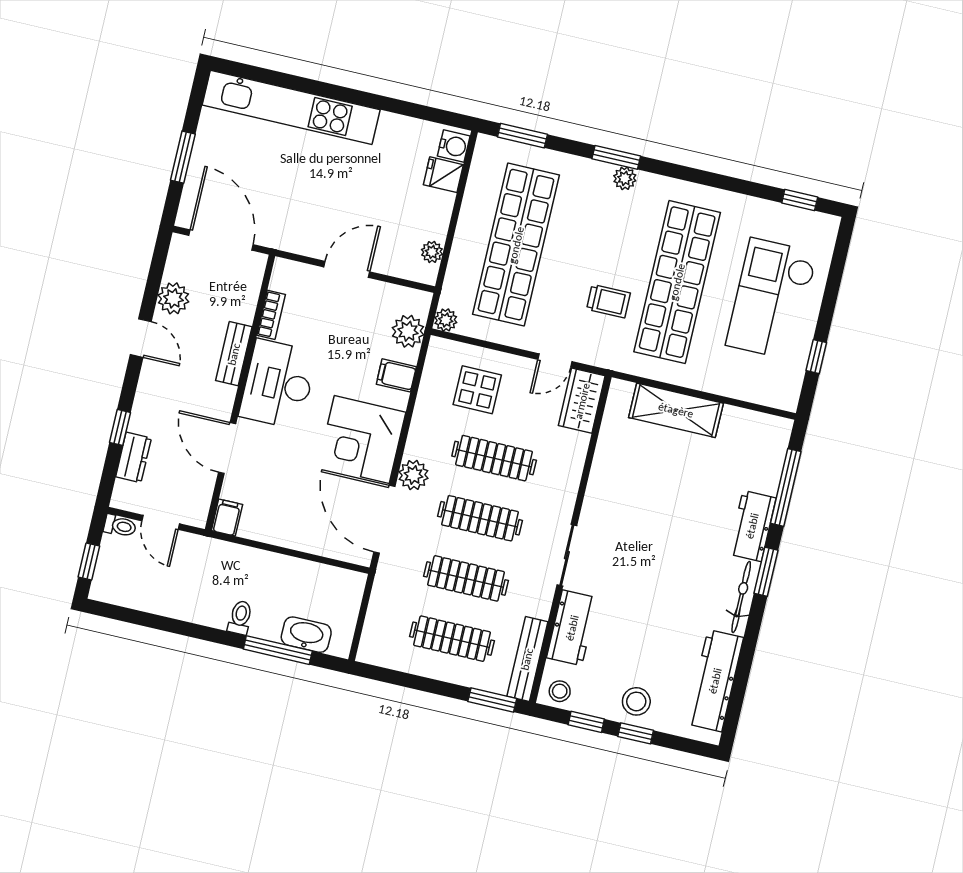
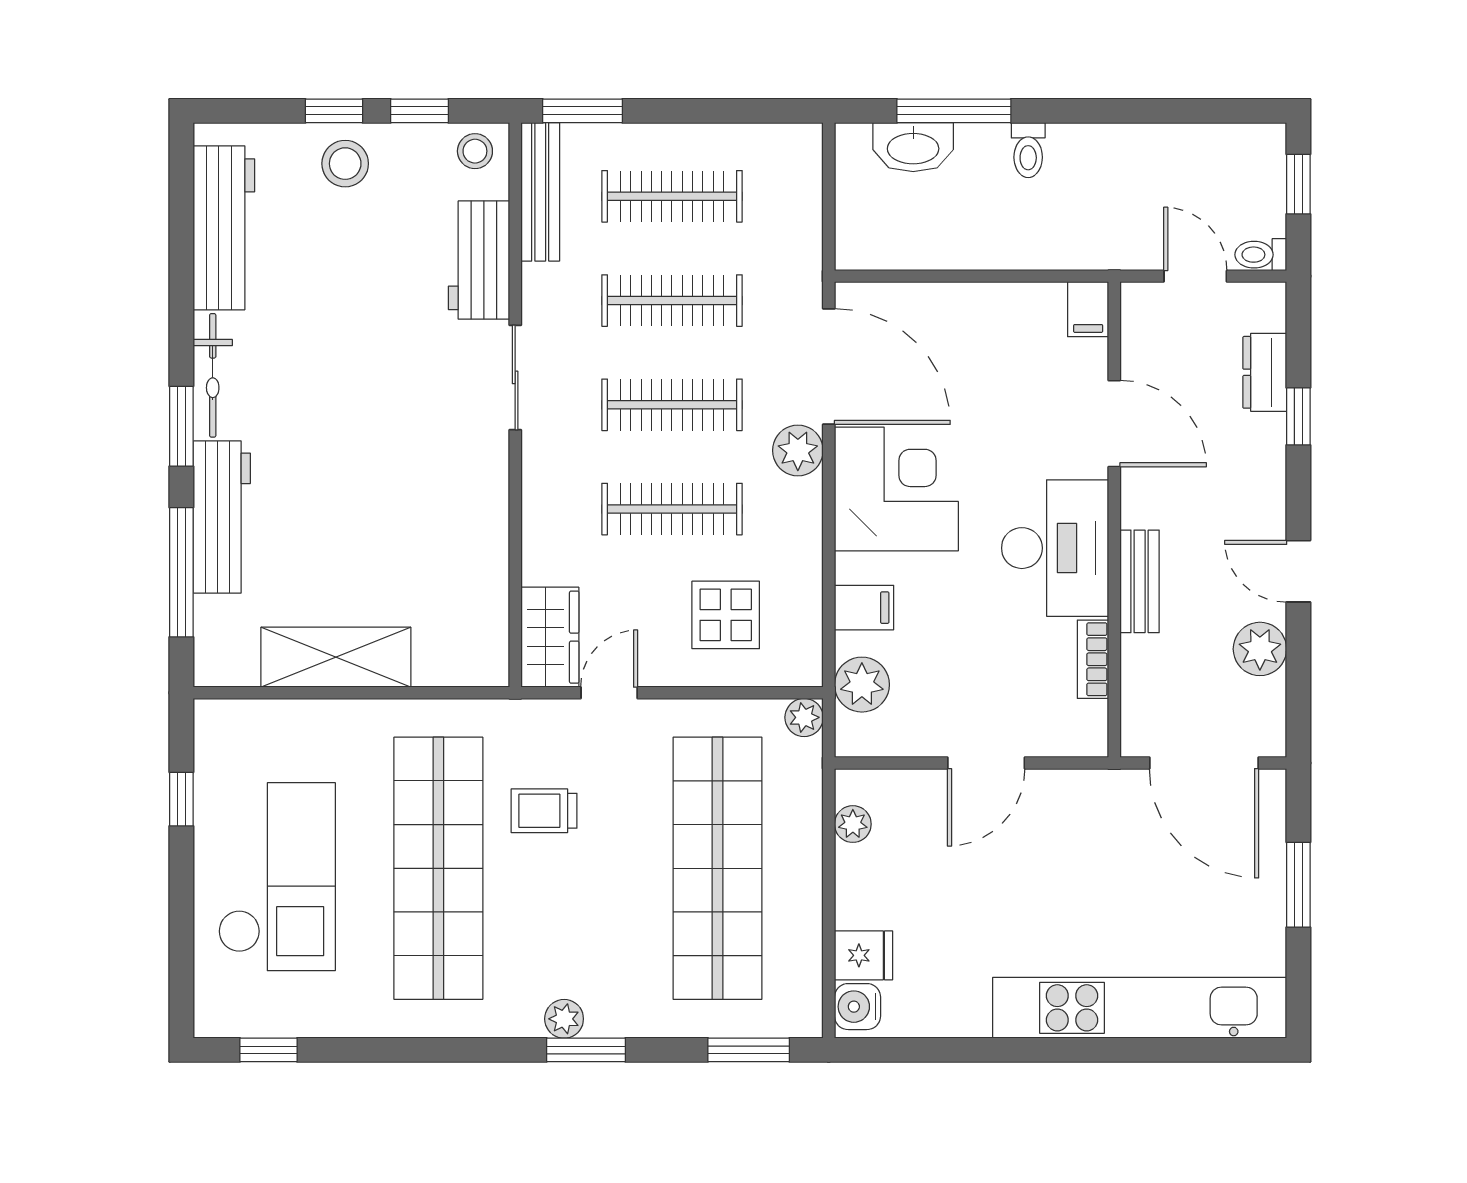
shelving: (676, 410) -> (336, 657), moved
workbench: (752, 526) -> (222, 517), width x1.38

